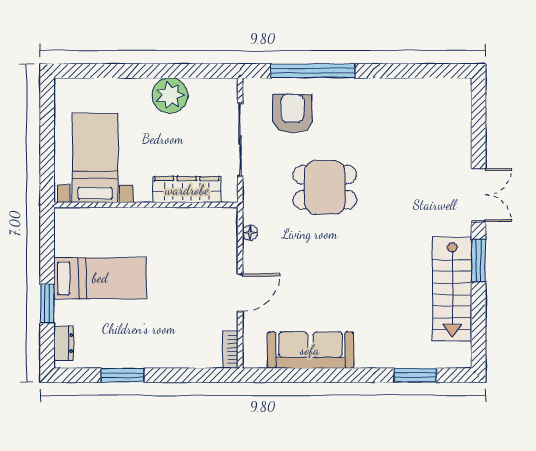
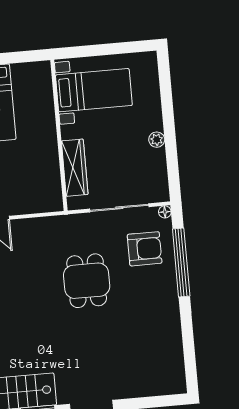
plant: (170, 96) -> (157, 140), width x0.53, depth x0.53
floor lamp: (250, 233) -> (165, 212), moved

